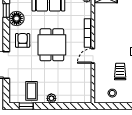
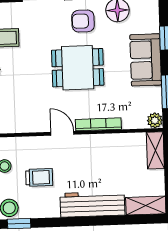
armchair: (23, 40) -> (83, 21), turned 180

